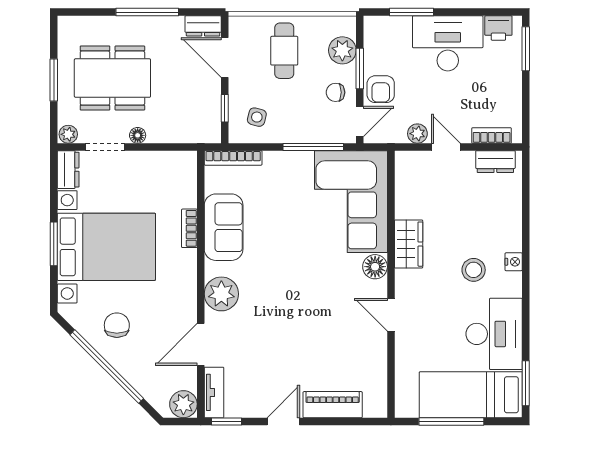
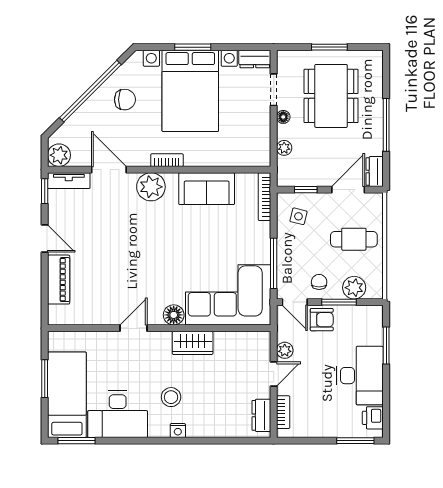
armchair: (381, 89) -> (322, 320), turned 180
plant: (68, 134) -> (284, 148), moved
bookcase: (189, 228) -> (167, 160), moved
window: (451, 421) -> (45, 379), width x0.69

